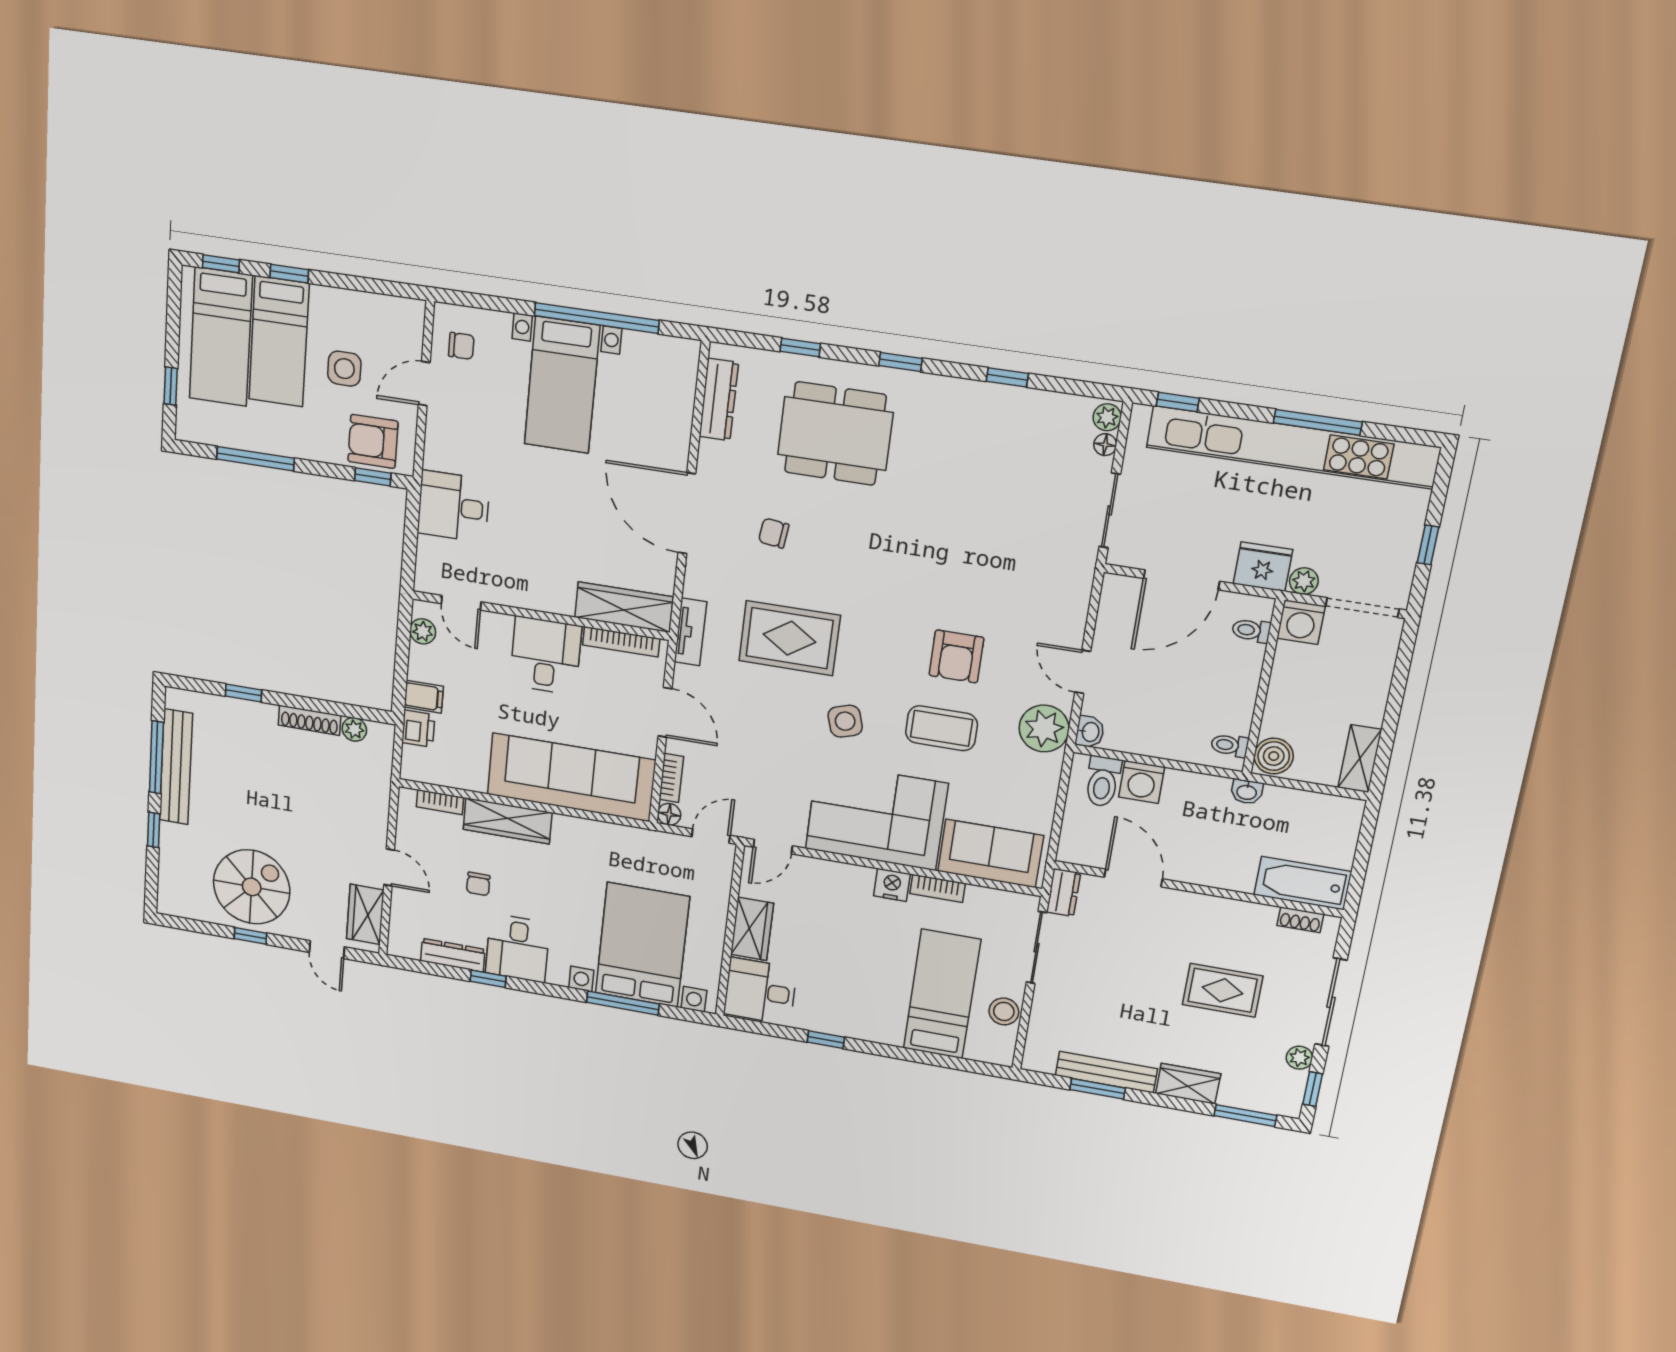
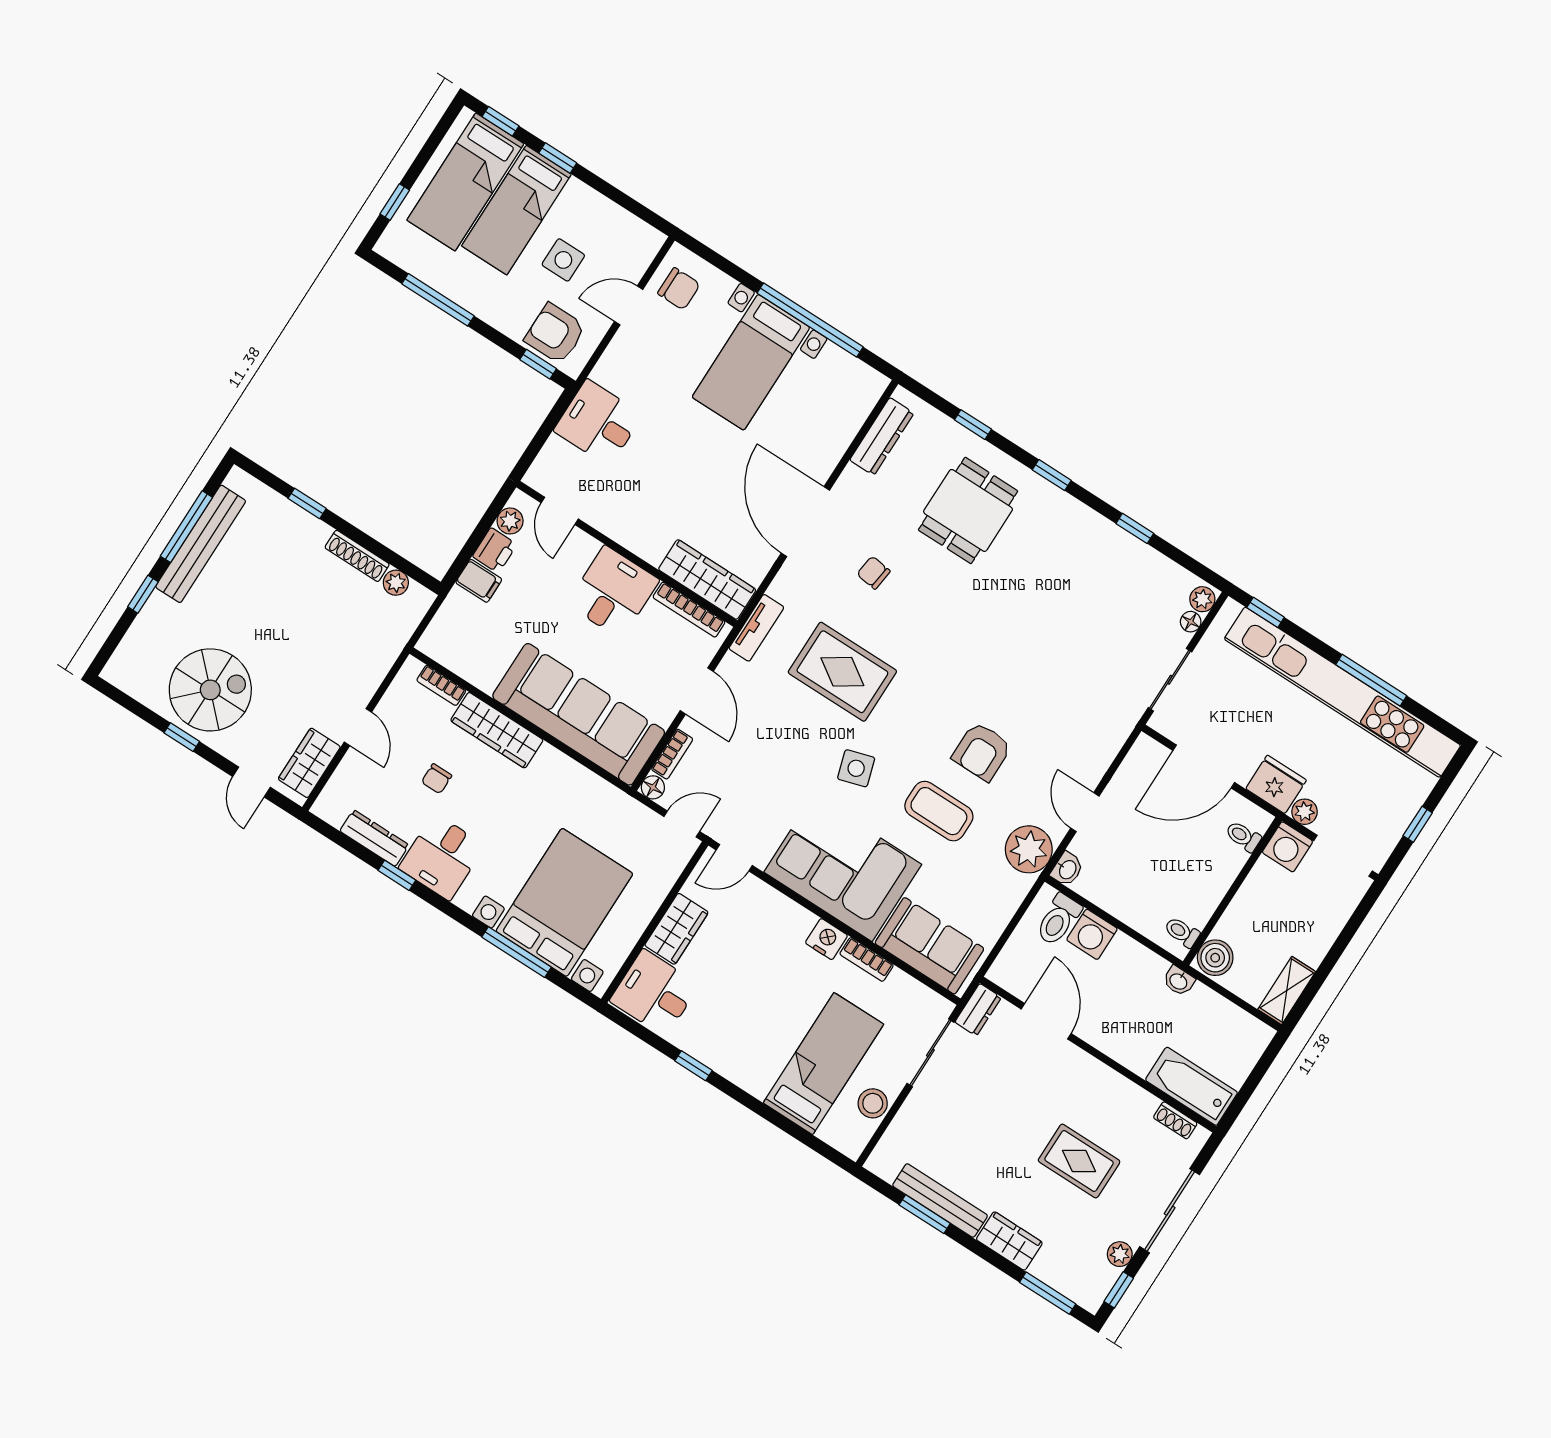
chair: (461, 346) -> (679, 289), width x1.37, depth x1.37
dining table: (835, 434) -> (968, 510), width x0.73
printer: (418, 729) -> (495, 550), moved

